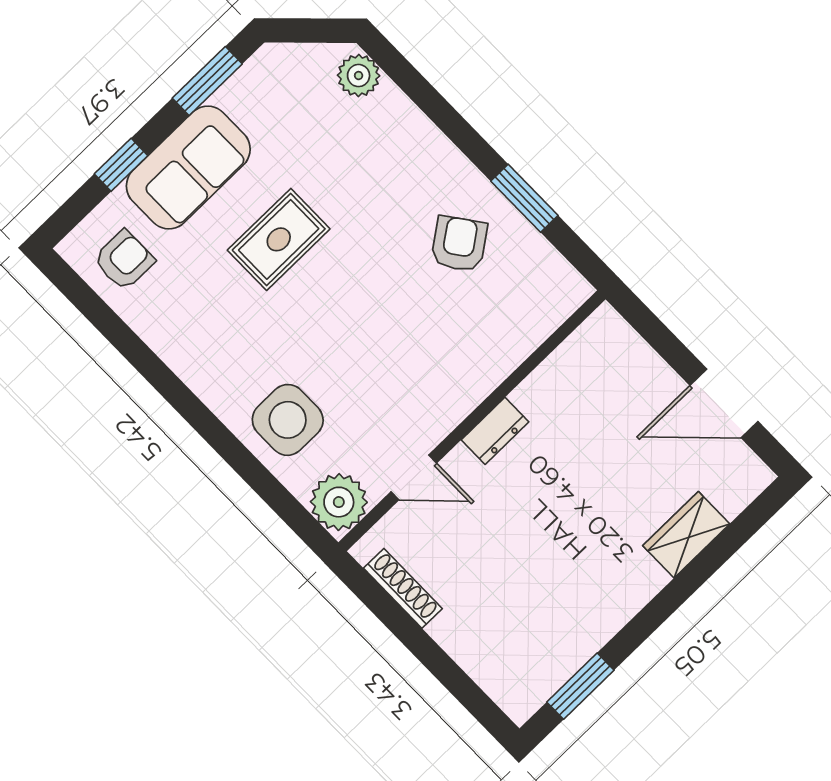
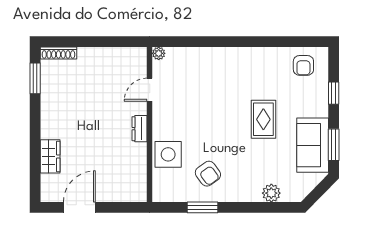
plant: (359, 76) -> (271, 193), moved
sofa: (188, 168) -> (313, 145), moved
side table: (288, 420) -> (168, 154), moved
plant: (339, 502) -> (159, 53), width x0.53, depth x0.53
shoe rack: (403, 588) -> (58, 53), moved

